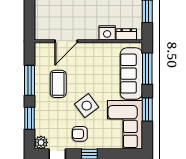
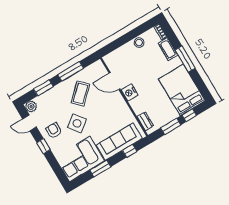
nightstand: (107, 33) -> (130, 93), moved
window: (147, 69) -> (130, 151), width x0.46
coffee table: (58, 84) -> (80, 94), turned -44

